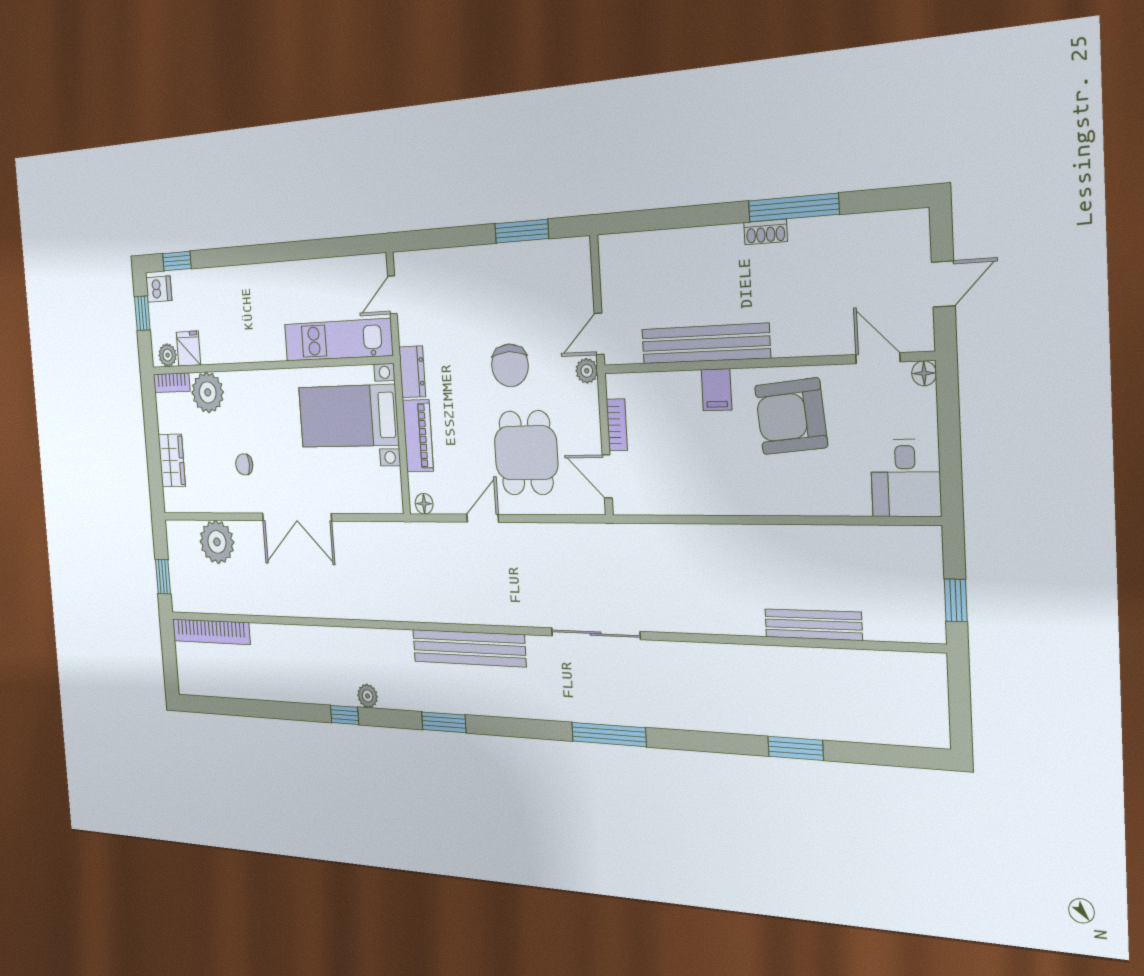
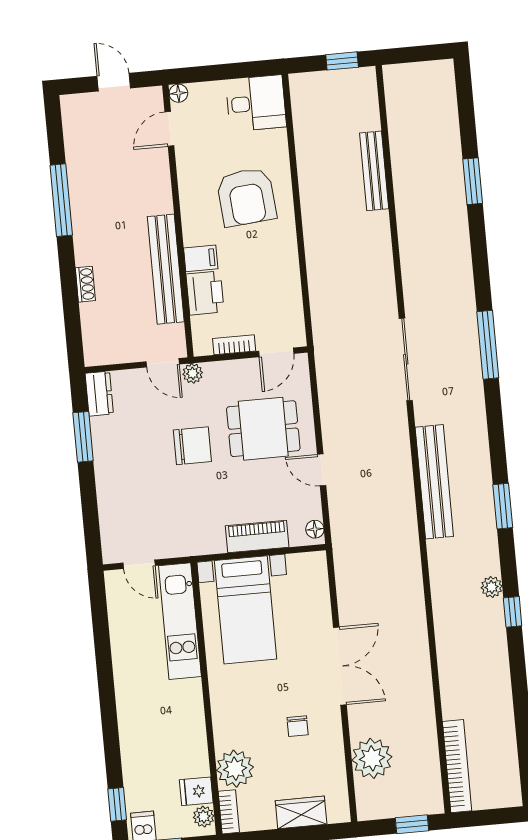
shoe rack: (766, 232) -> (85, 284), moved
dresser: (412, 372) -> (99, 394), moved, turned 90
printer: (676, 392) -> (205, 293), added
armchair: (791, 416) -> (246, 197), moved

